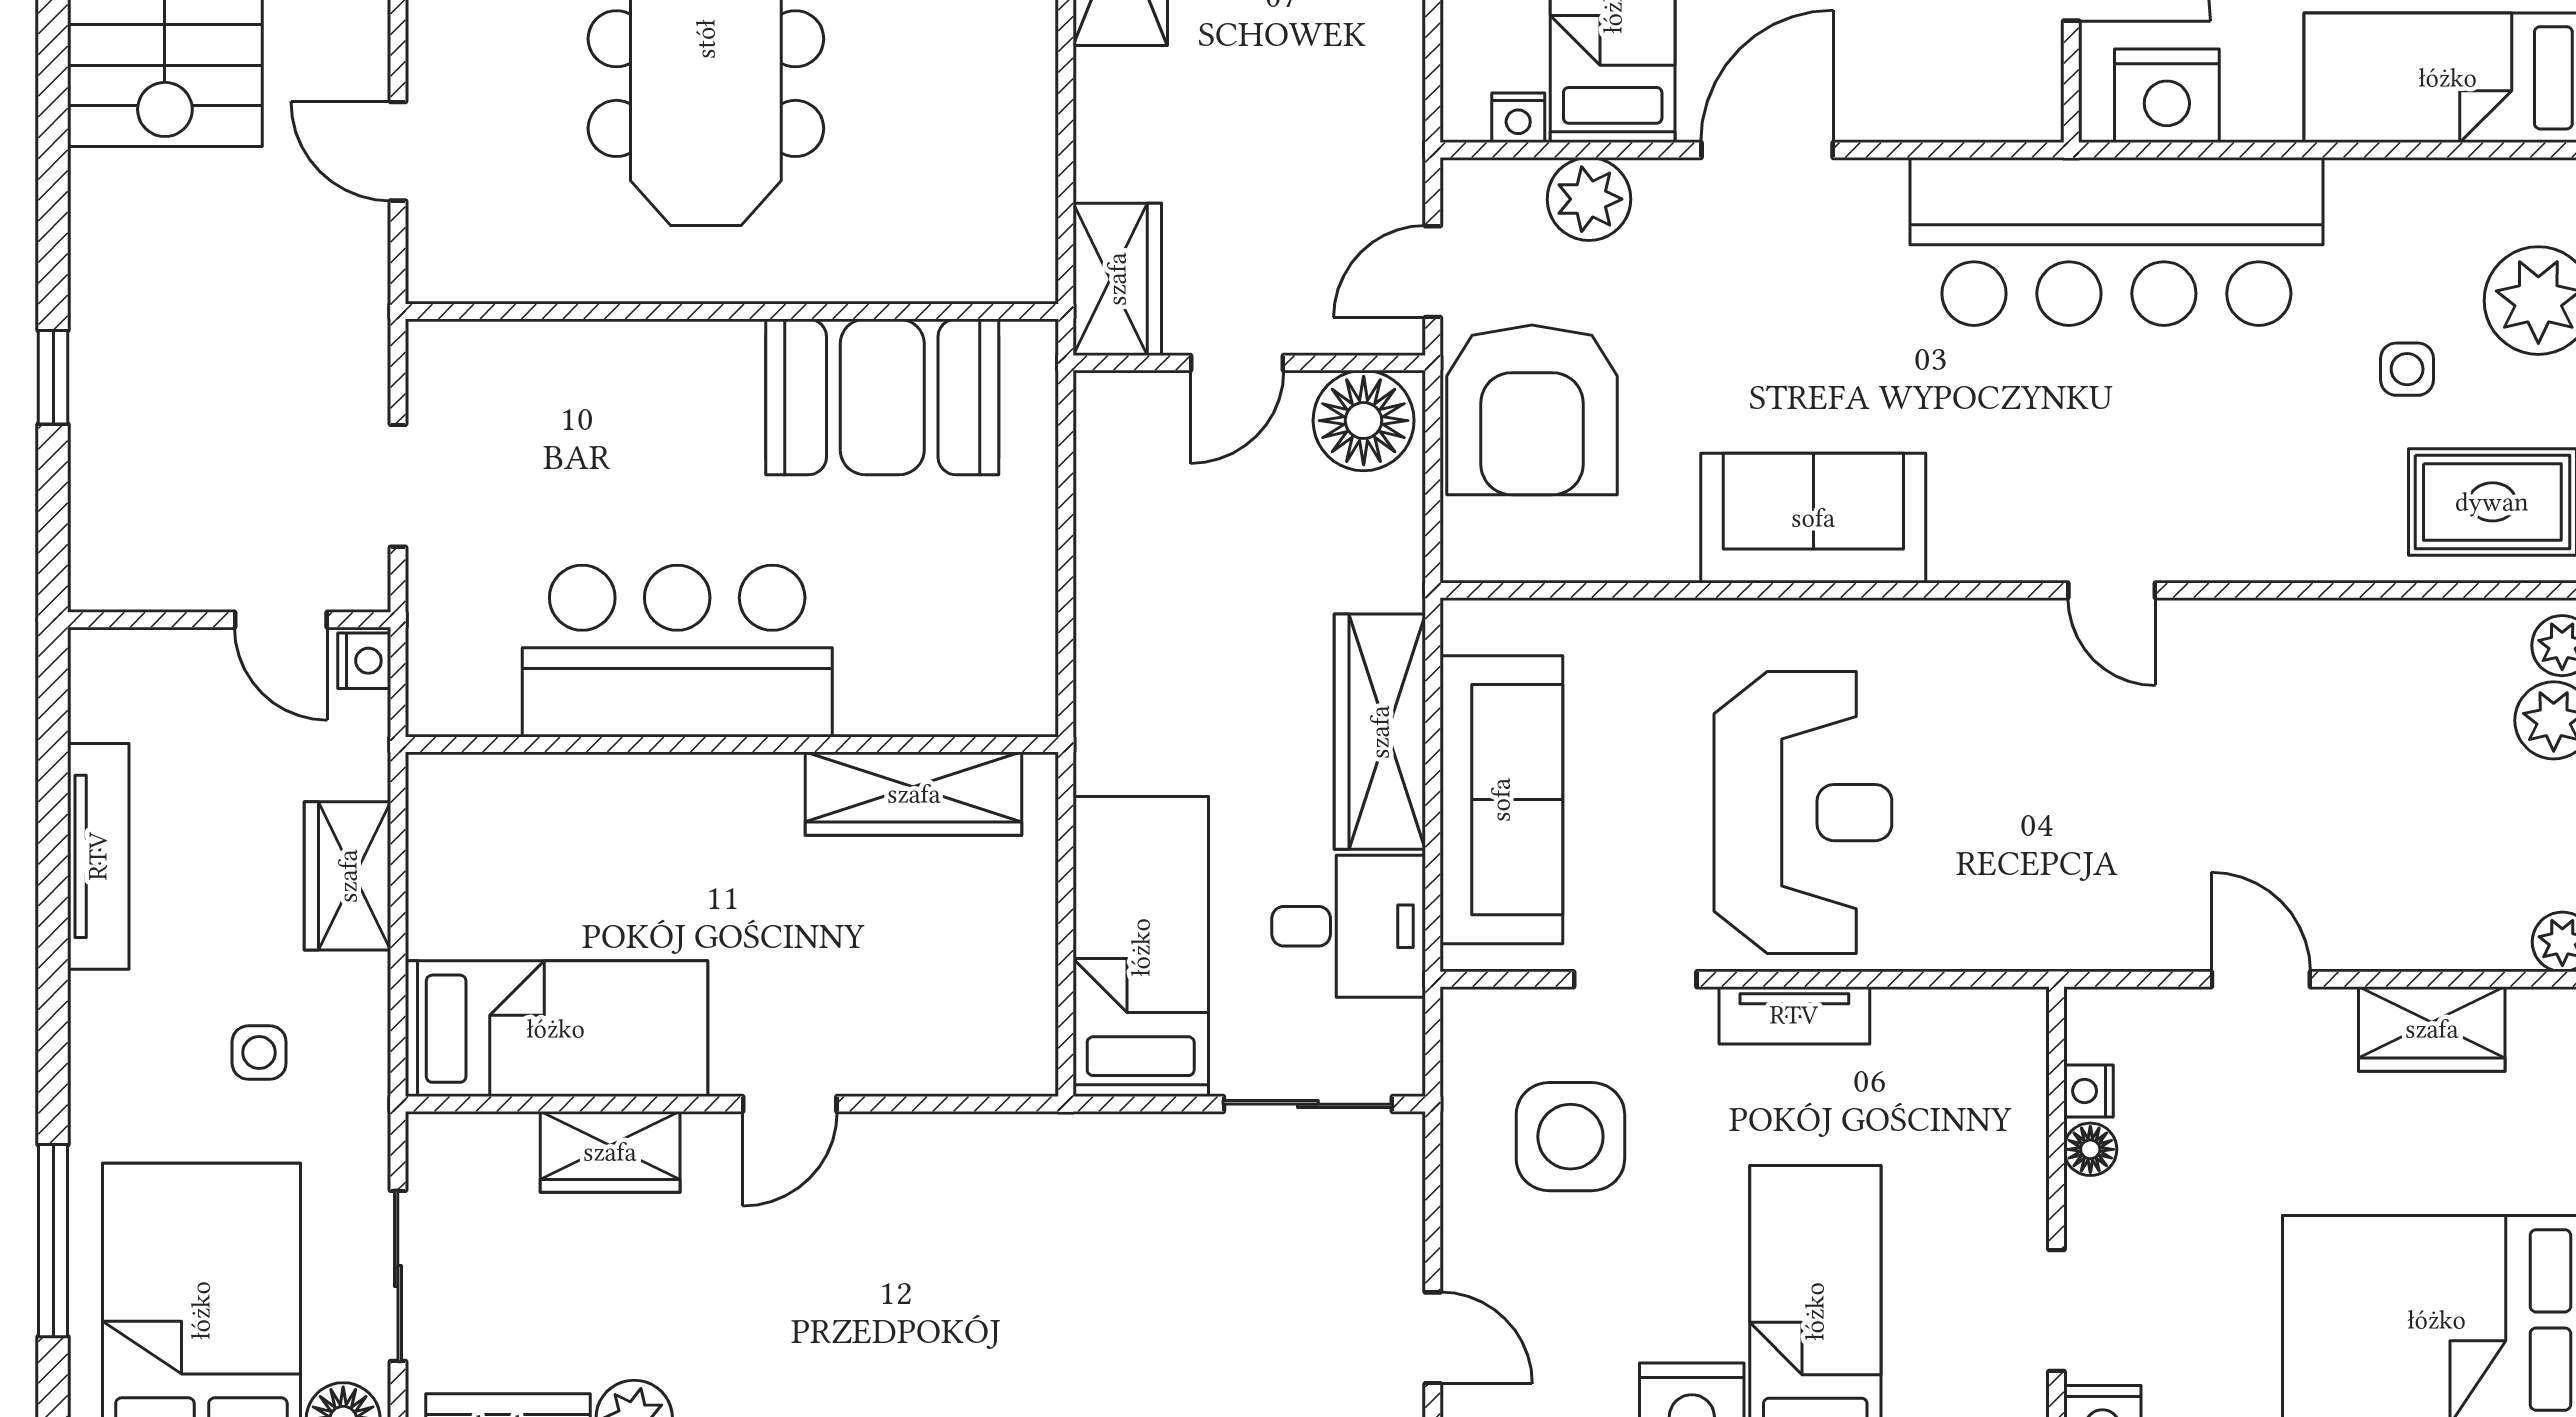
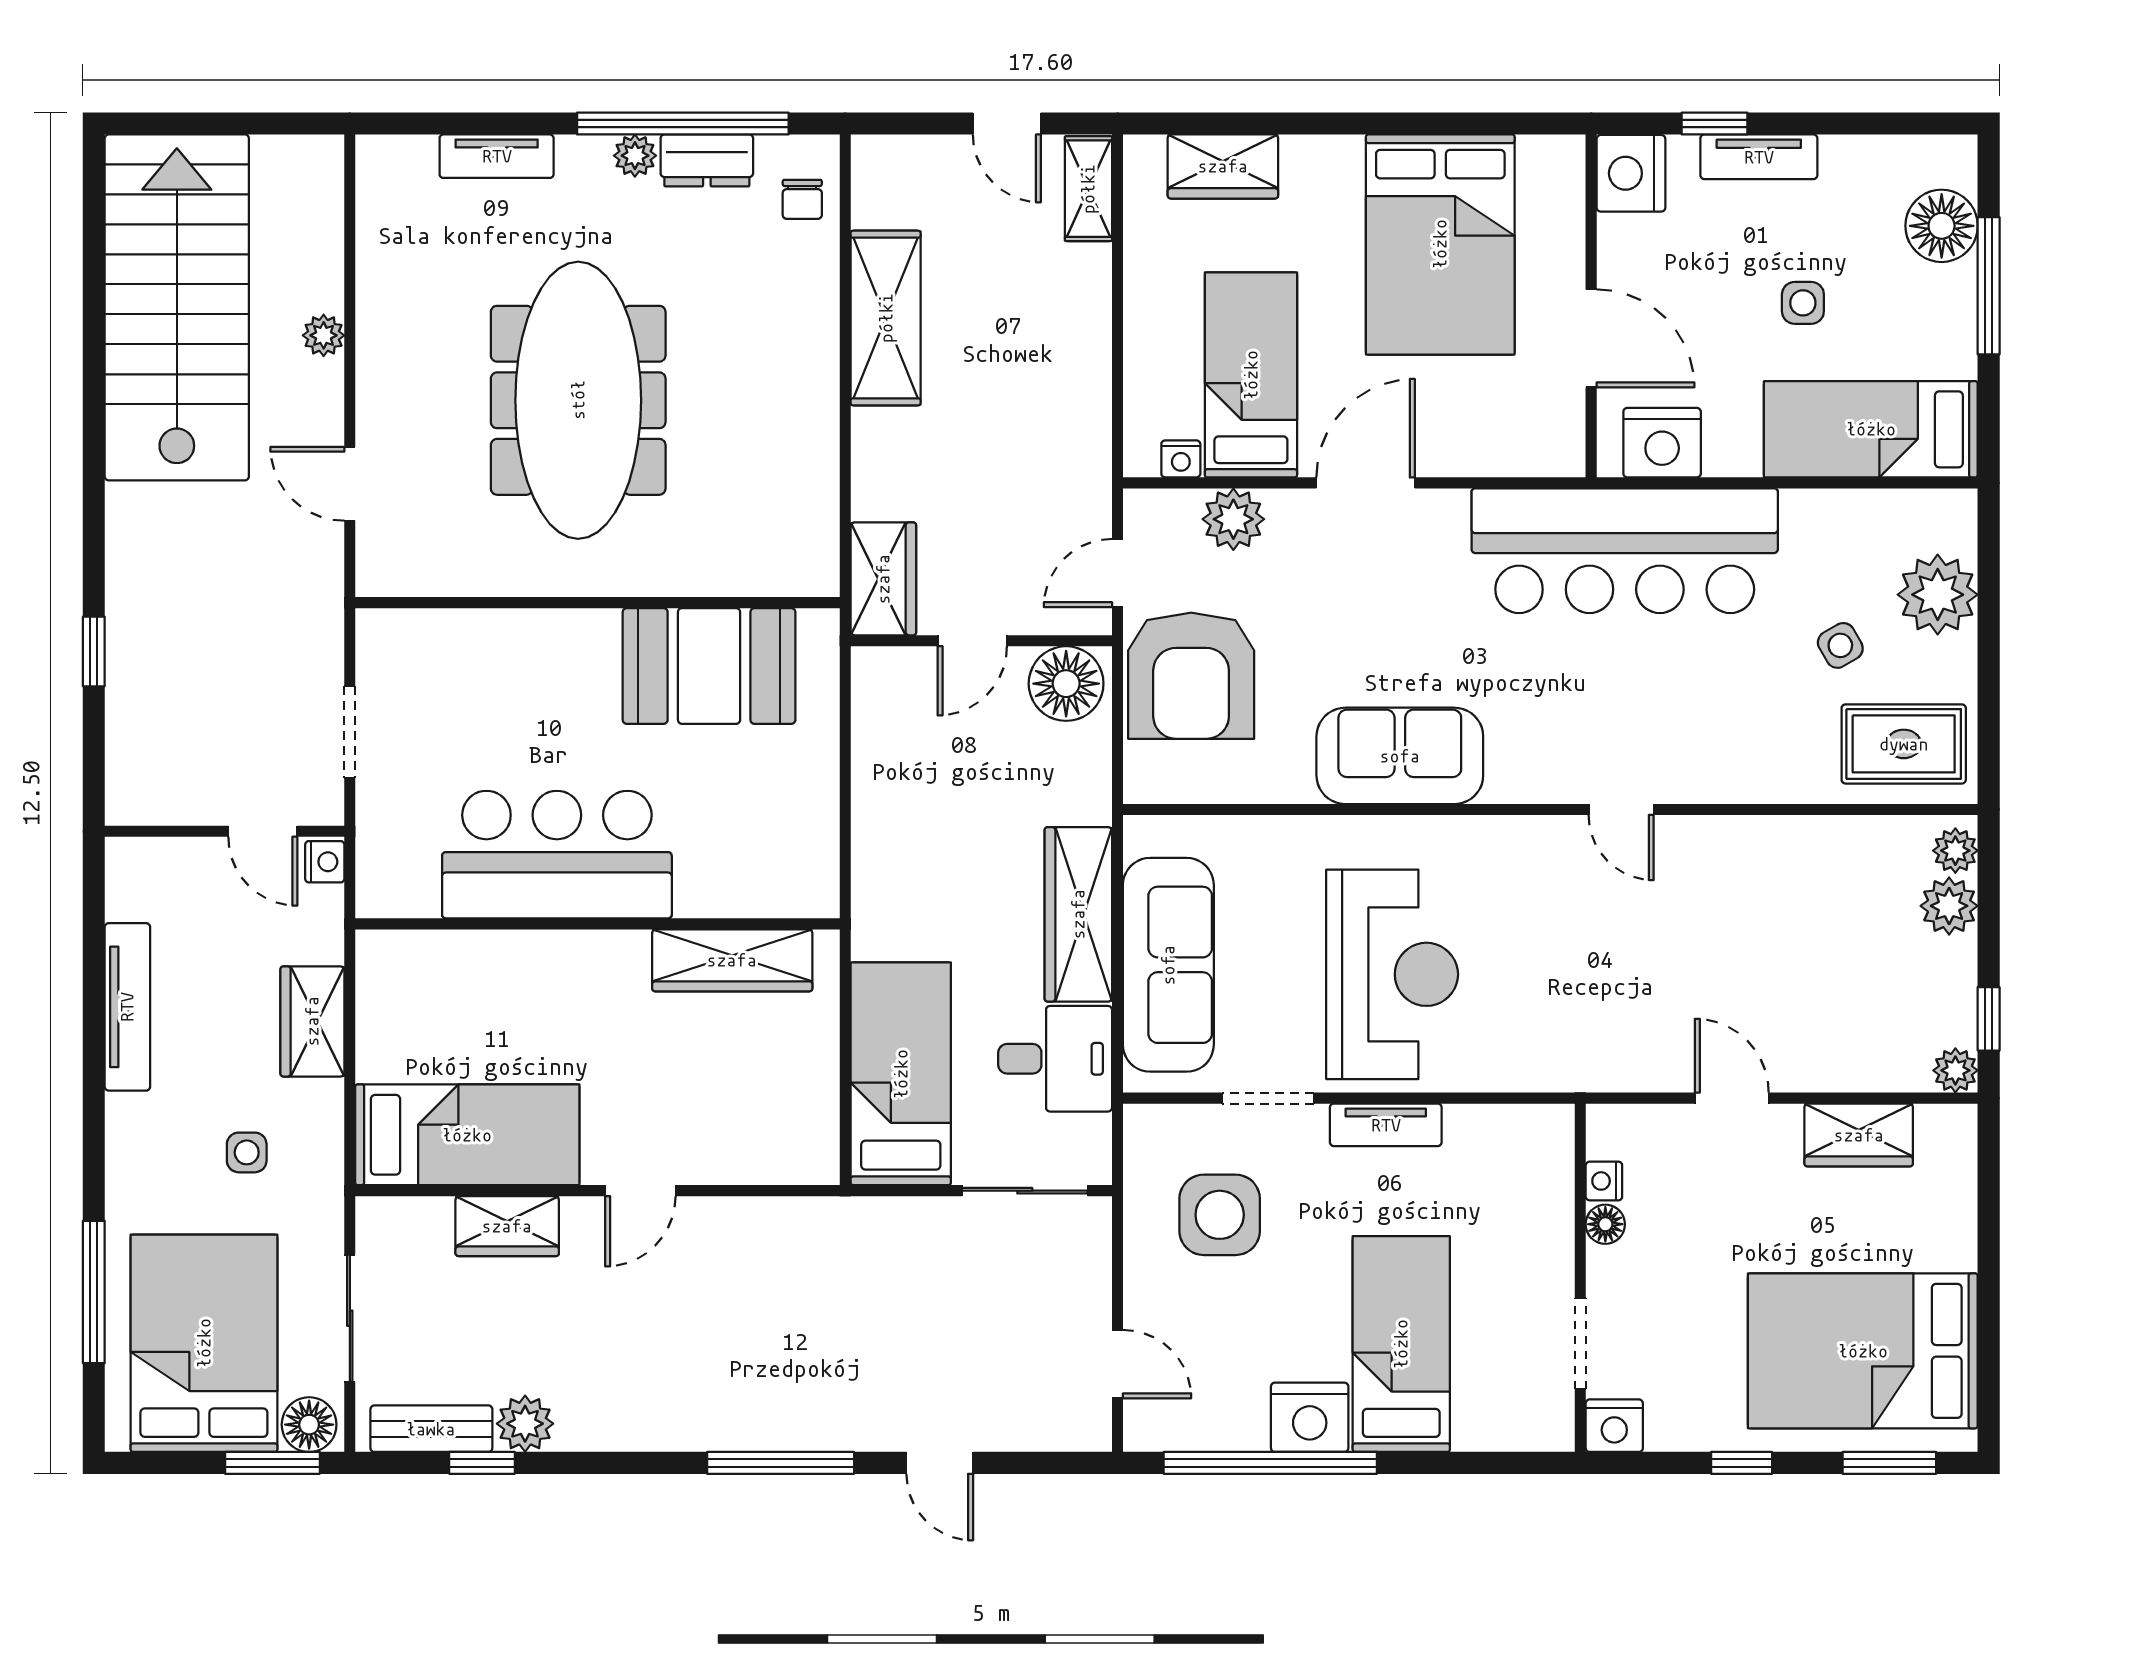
side table: (2407, 369) -> (1840, 645), turned -30

